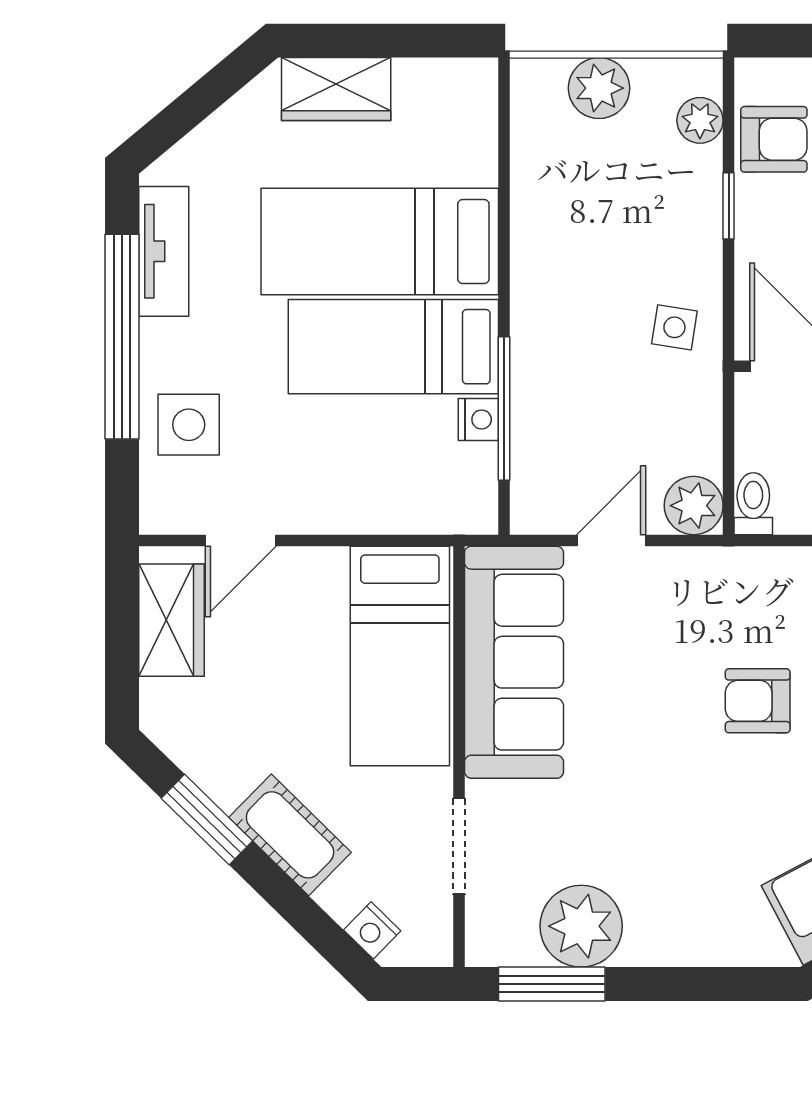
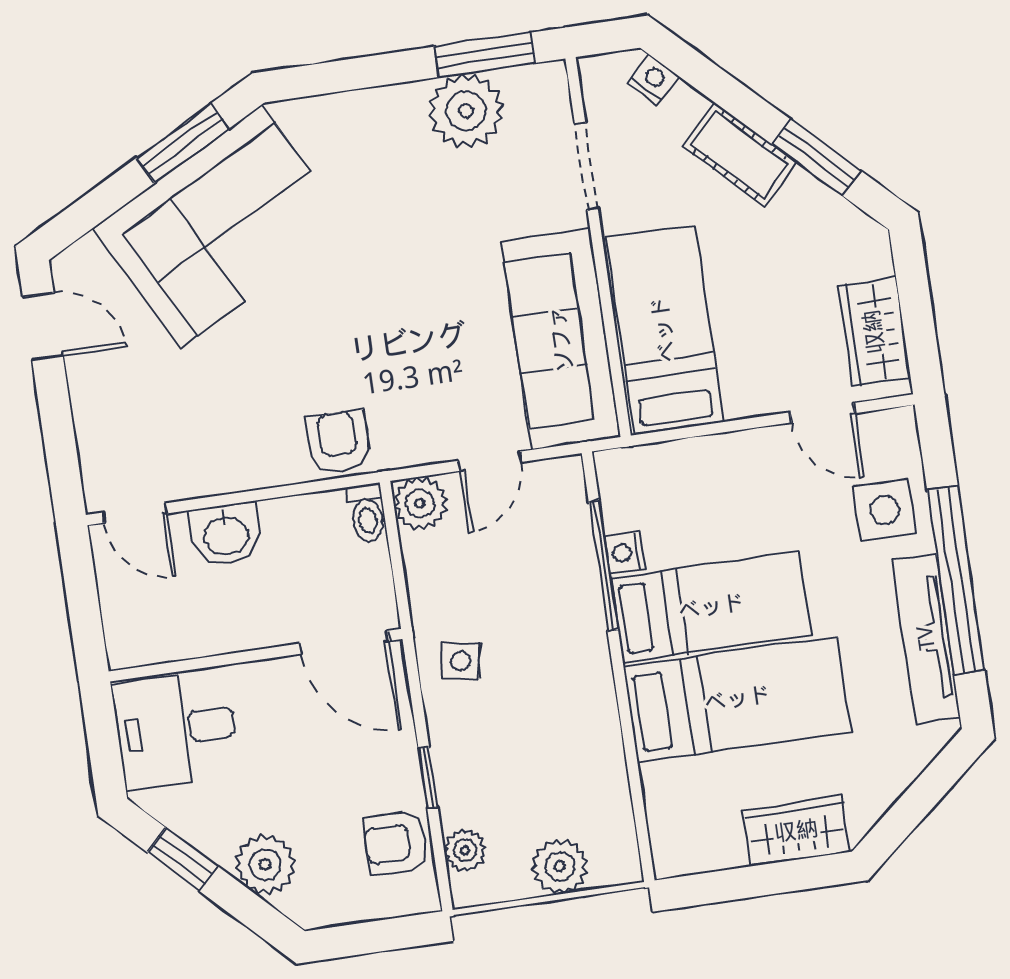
tv unit: (164, 251) -> (926, 638), width x1.41
door: (241, 540) -> (823, 413), swing flipped
armchair: (758, 701) -> (338, 442), moved, turned -90

